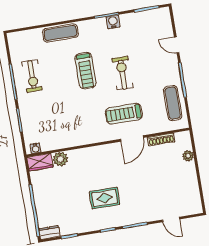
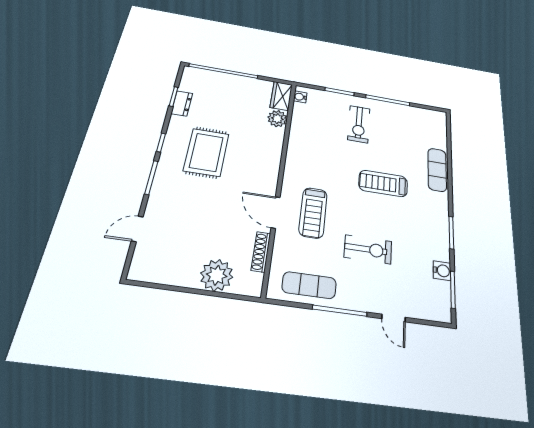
water cooler: (113, 22) -> (442, 271), moved
door: (177, 45) -> (394, 318), swing flipped
exercise bike: (122, 73) -> (368, 249), moved
exercise bike: (32, 76) -> (359, 124), moved, turned -90
treadmill: (124, 114) -> (313, 213), turned 180
plant: (188, 156) -> (217, 275), width x1.88, depth x1.88
rug: (105, 198) -> (206, 152), width x1.36, depth x1.43
dresser: (50, 232) -> (182, 103), moved

